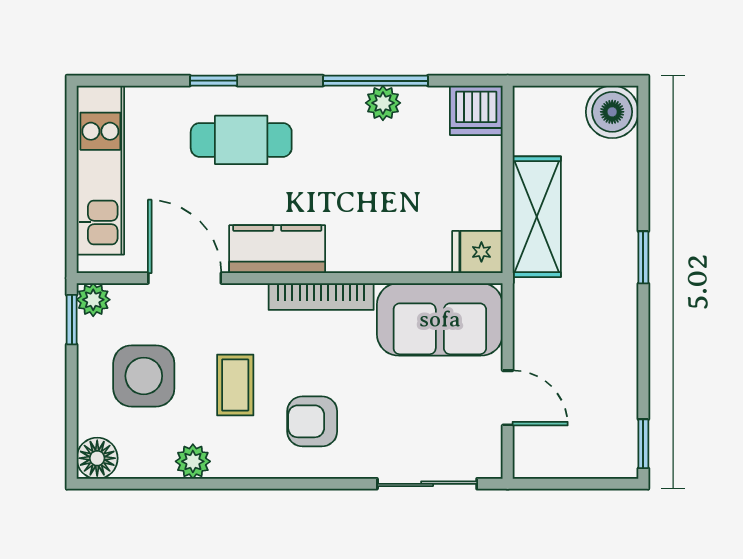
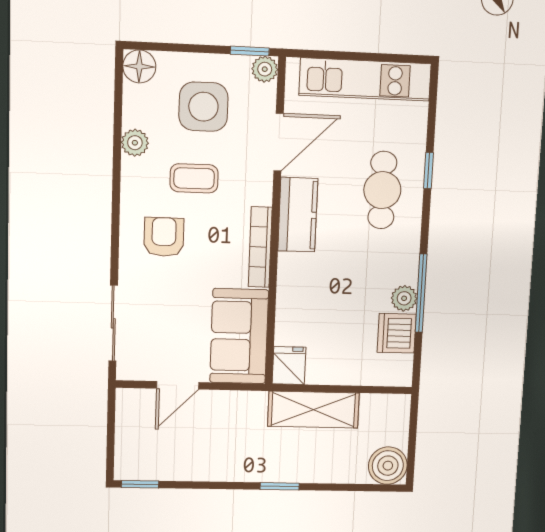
dishwasher: (476, 110) -> (397, 333), moved

